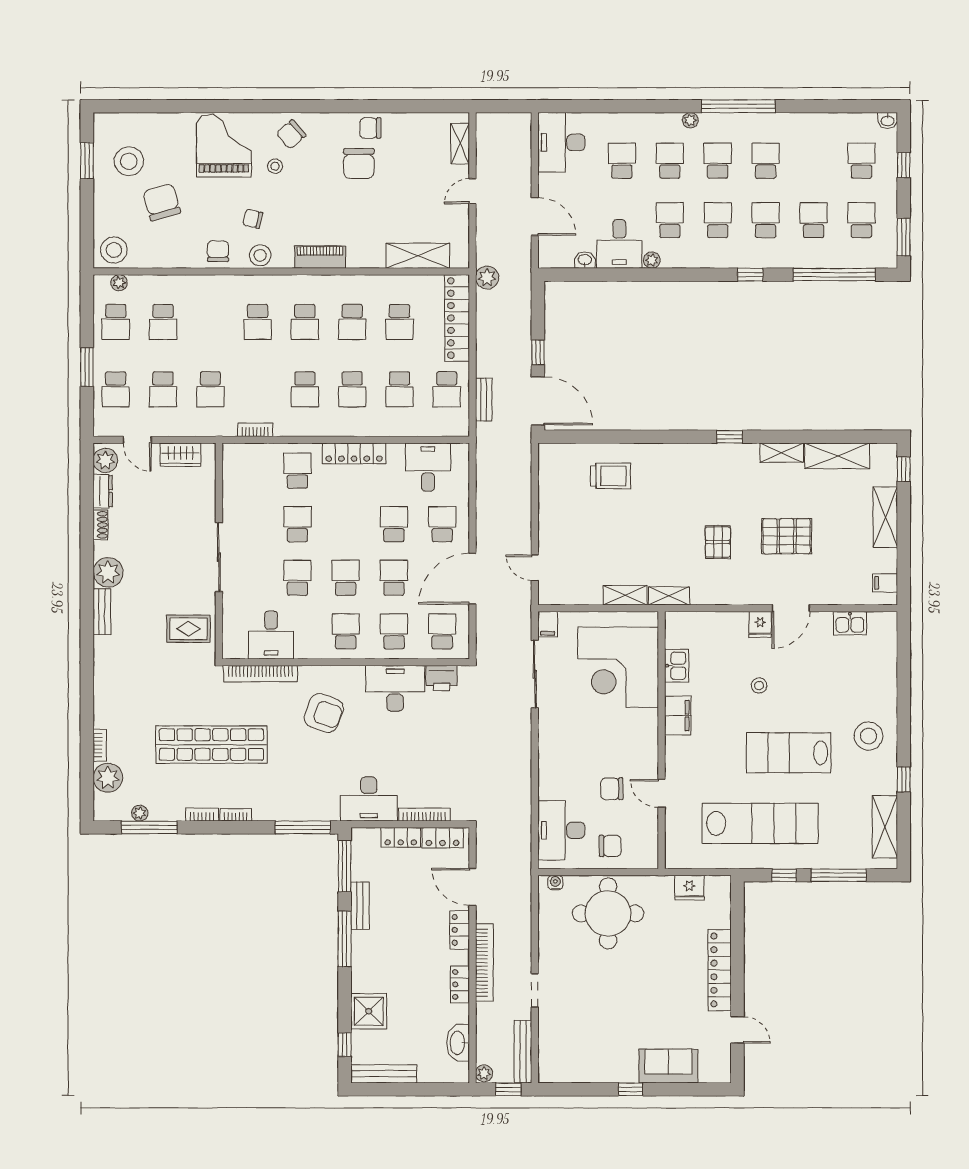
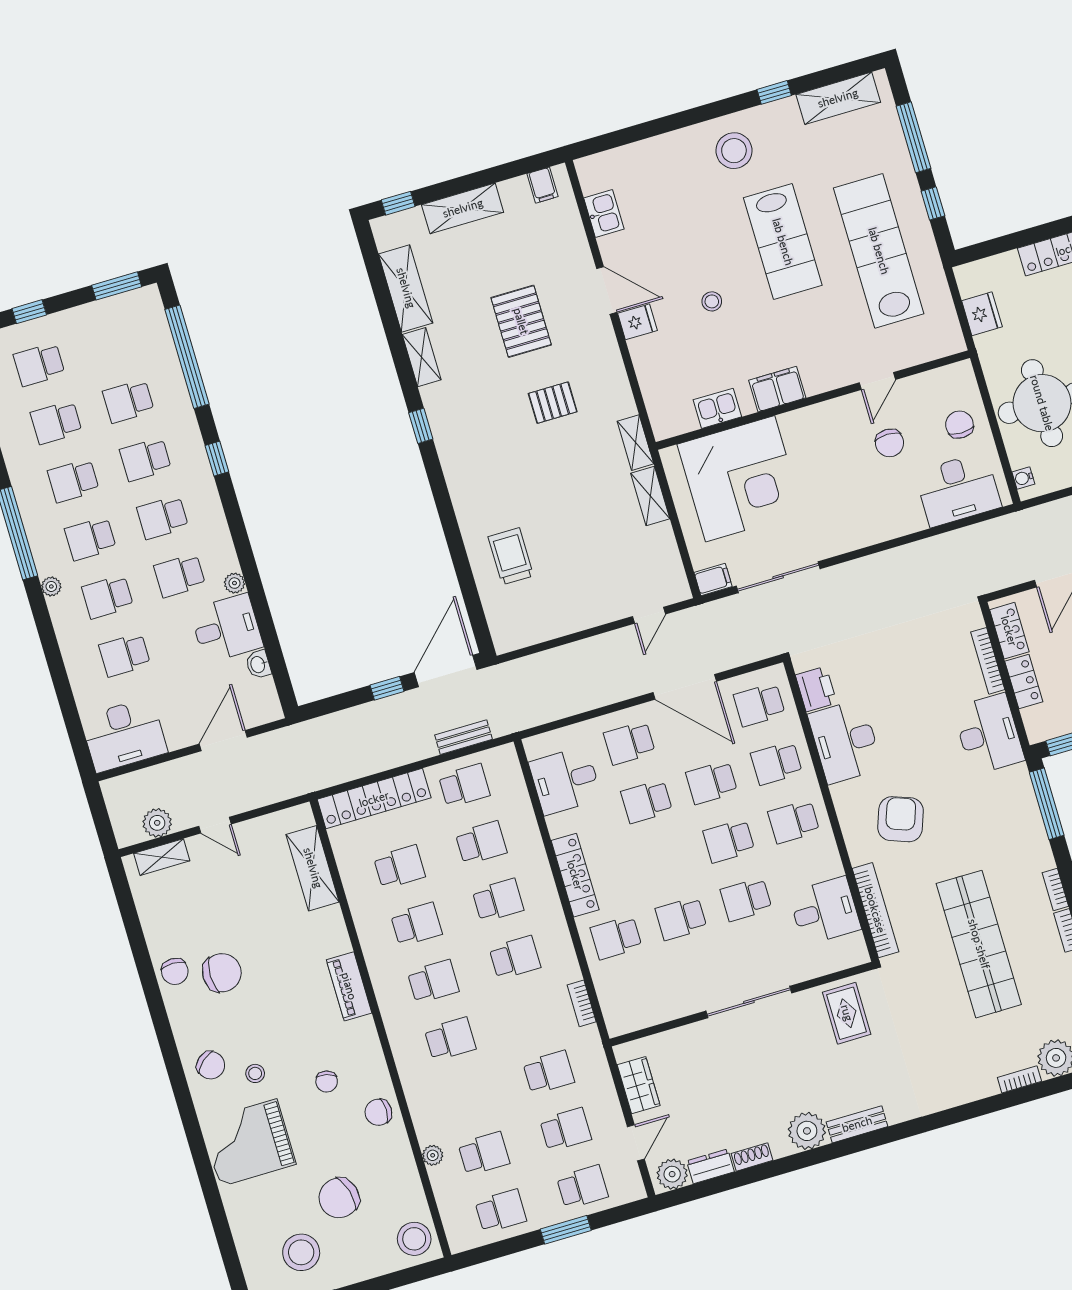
school desk: (861, 220) -> (56, 423), moved
stool: (260, 255) -> (368, 1060), removed
plant: (487, 278) -> (157, 823), moved
plant: (119, 283) -> (433, 1155), moved

